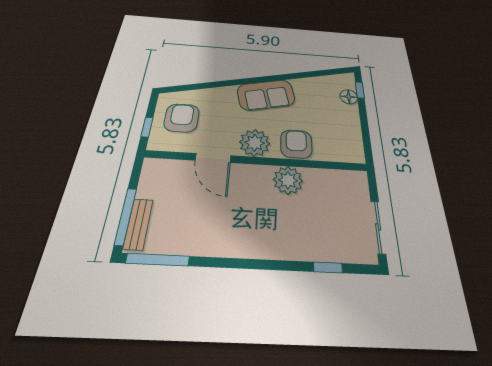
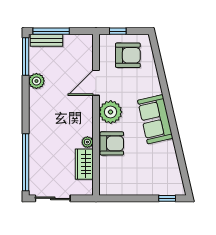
floor lamp: (349, 97) -> (159, 188), removed
plant: (288, 180) -> (87, 142), width x0.53, depth x0.53
wardrobe: (326, 180) -> (84, 164), added
plant: (200, 243) -> (36, 81), added
window: (328, 267) -> (26, 162), width x3.17

